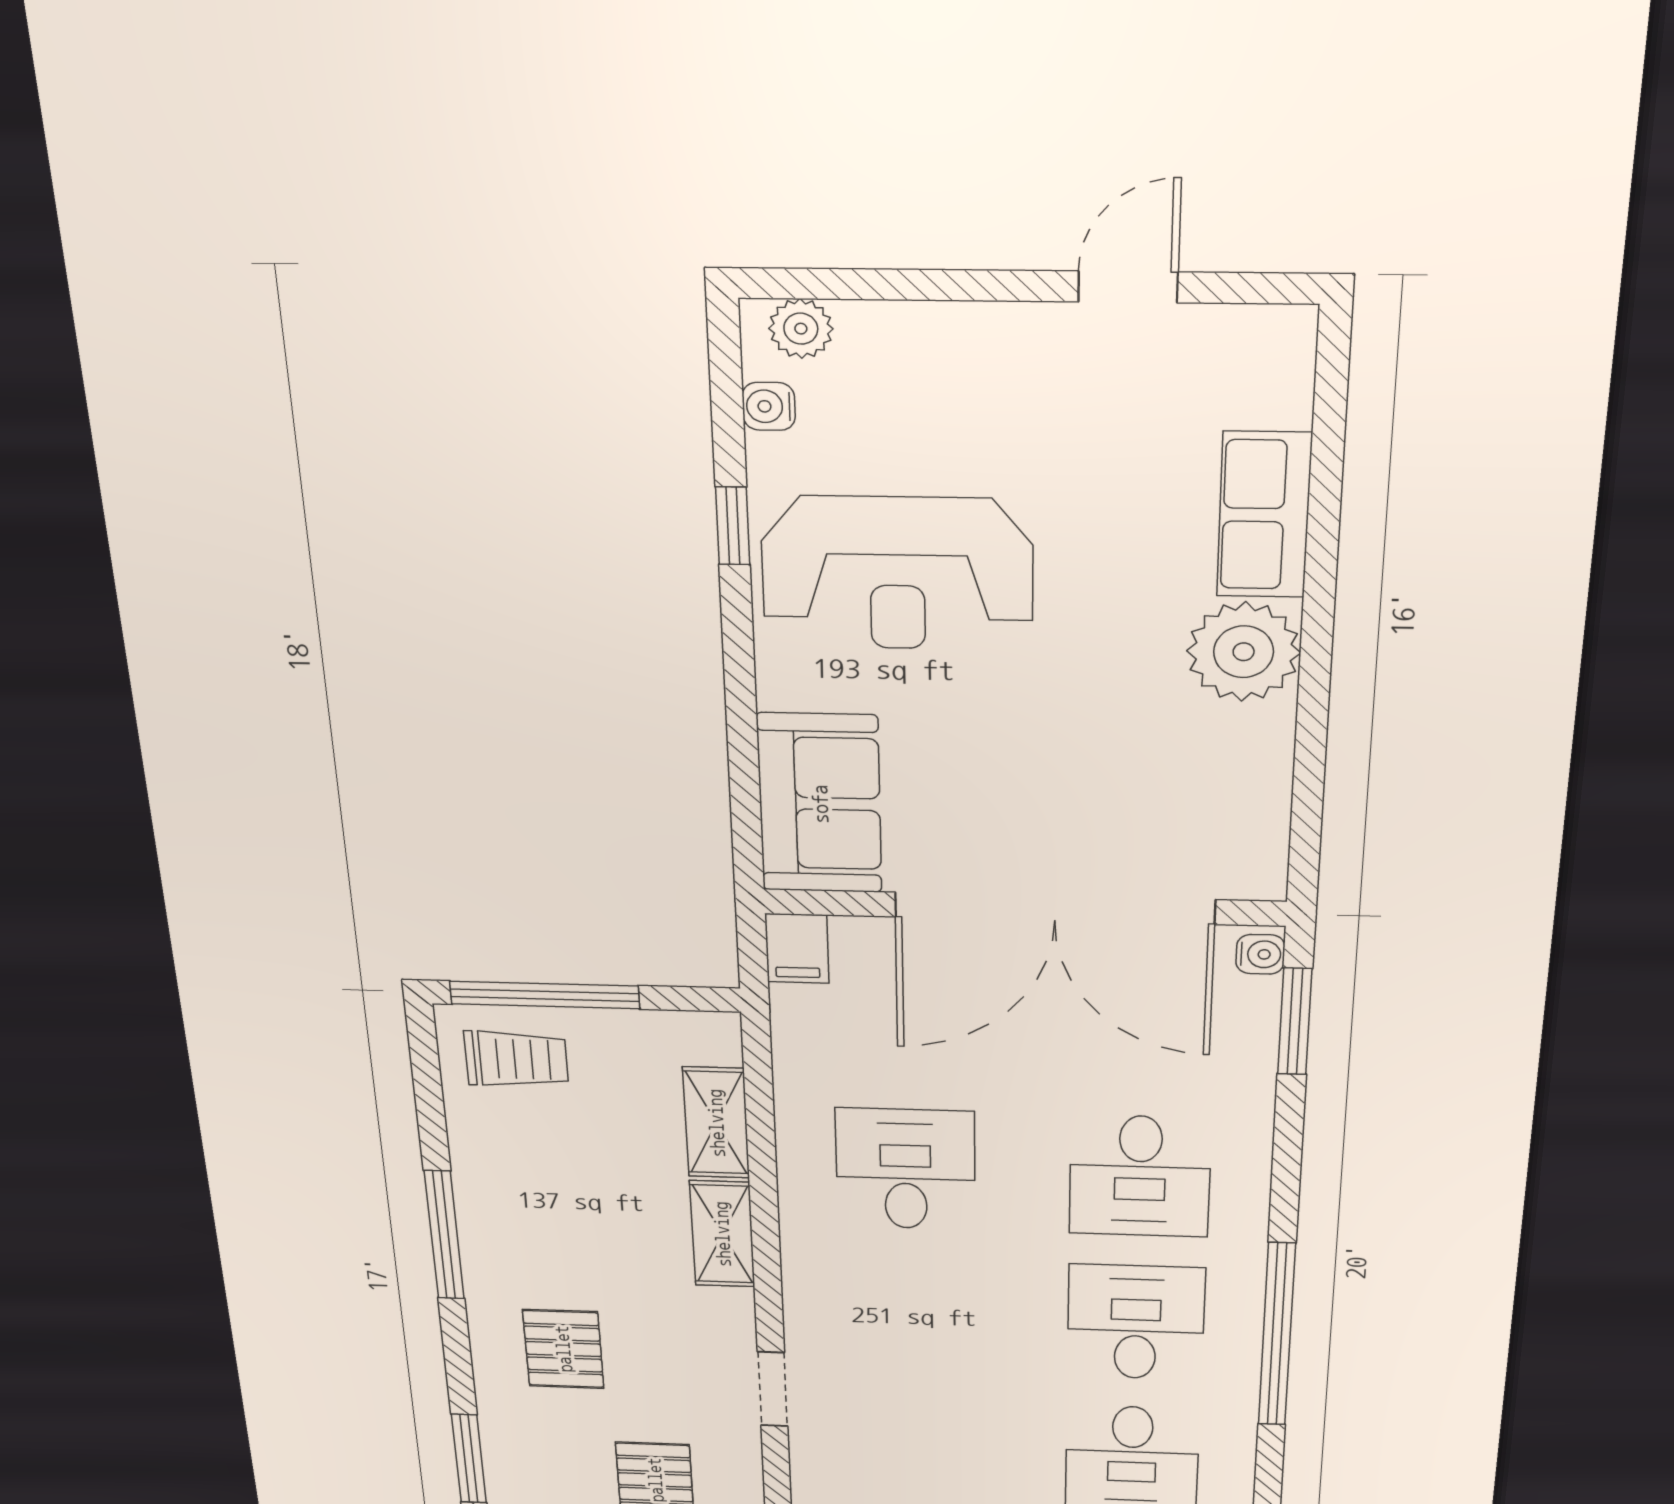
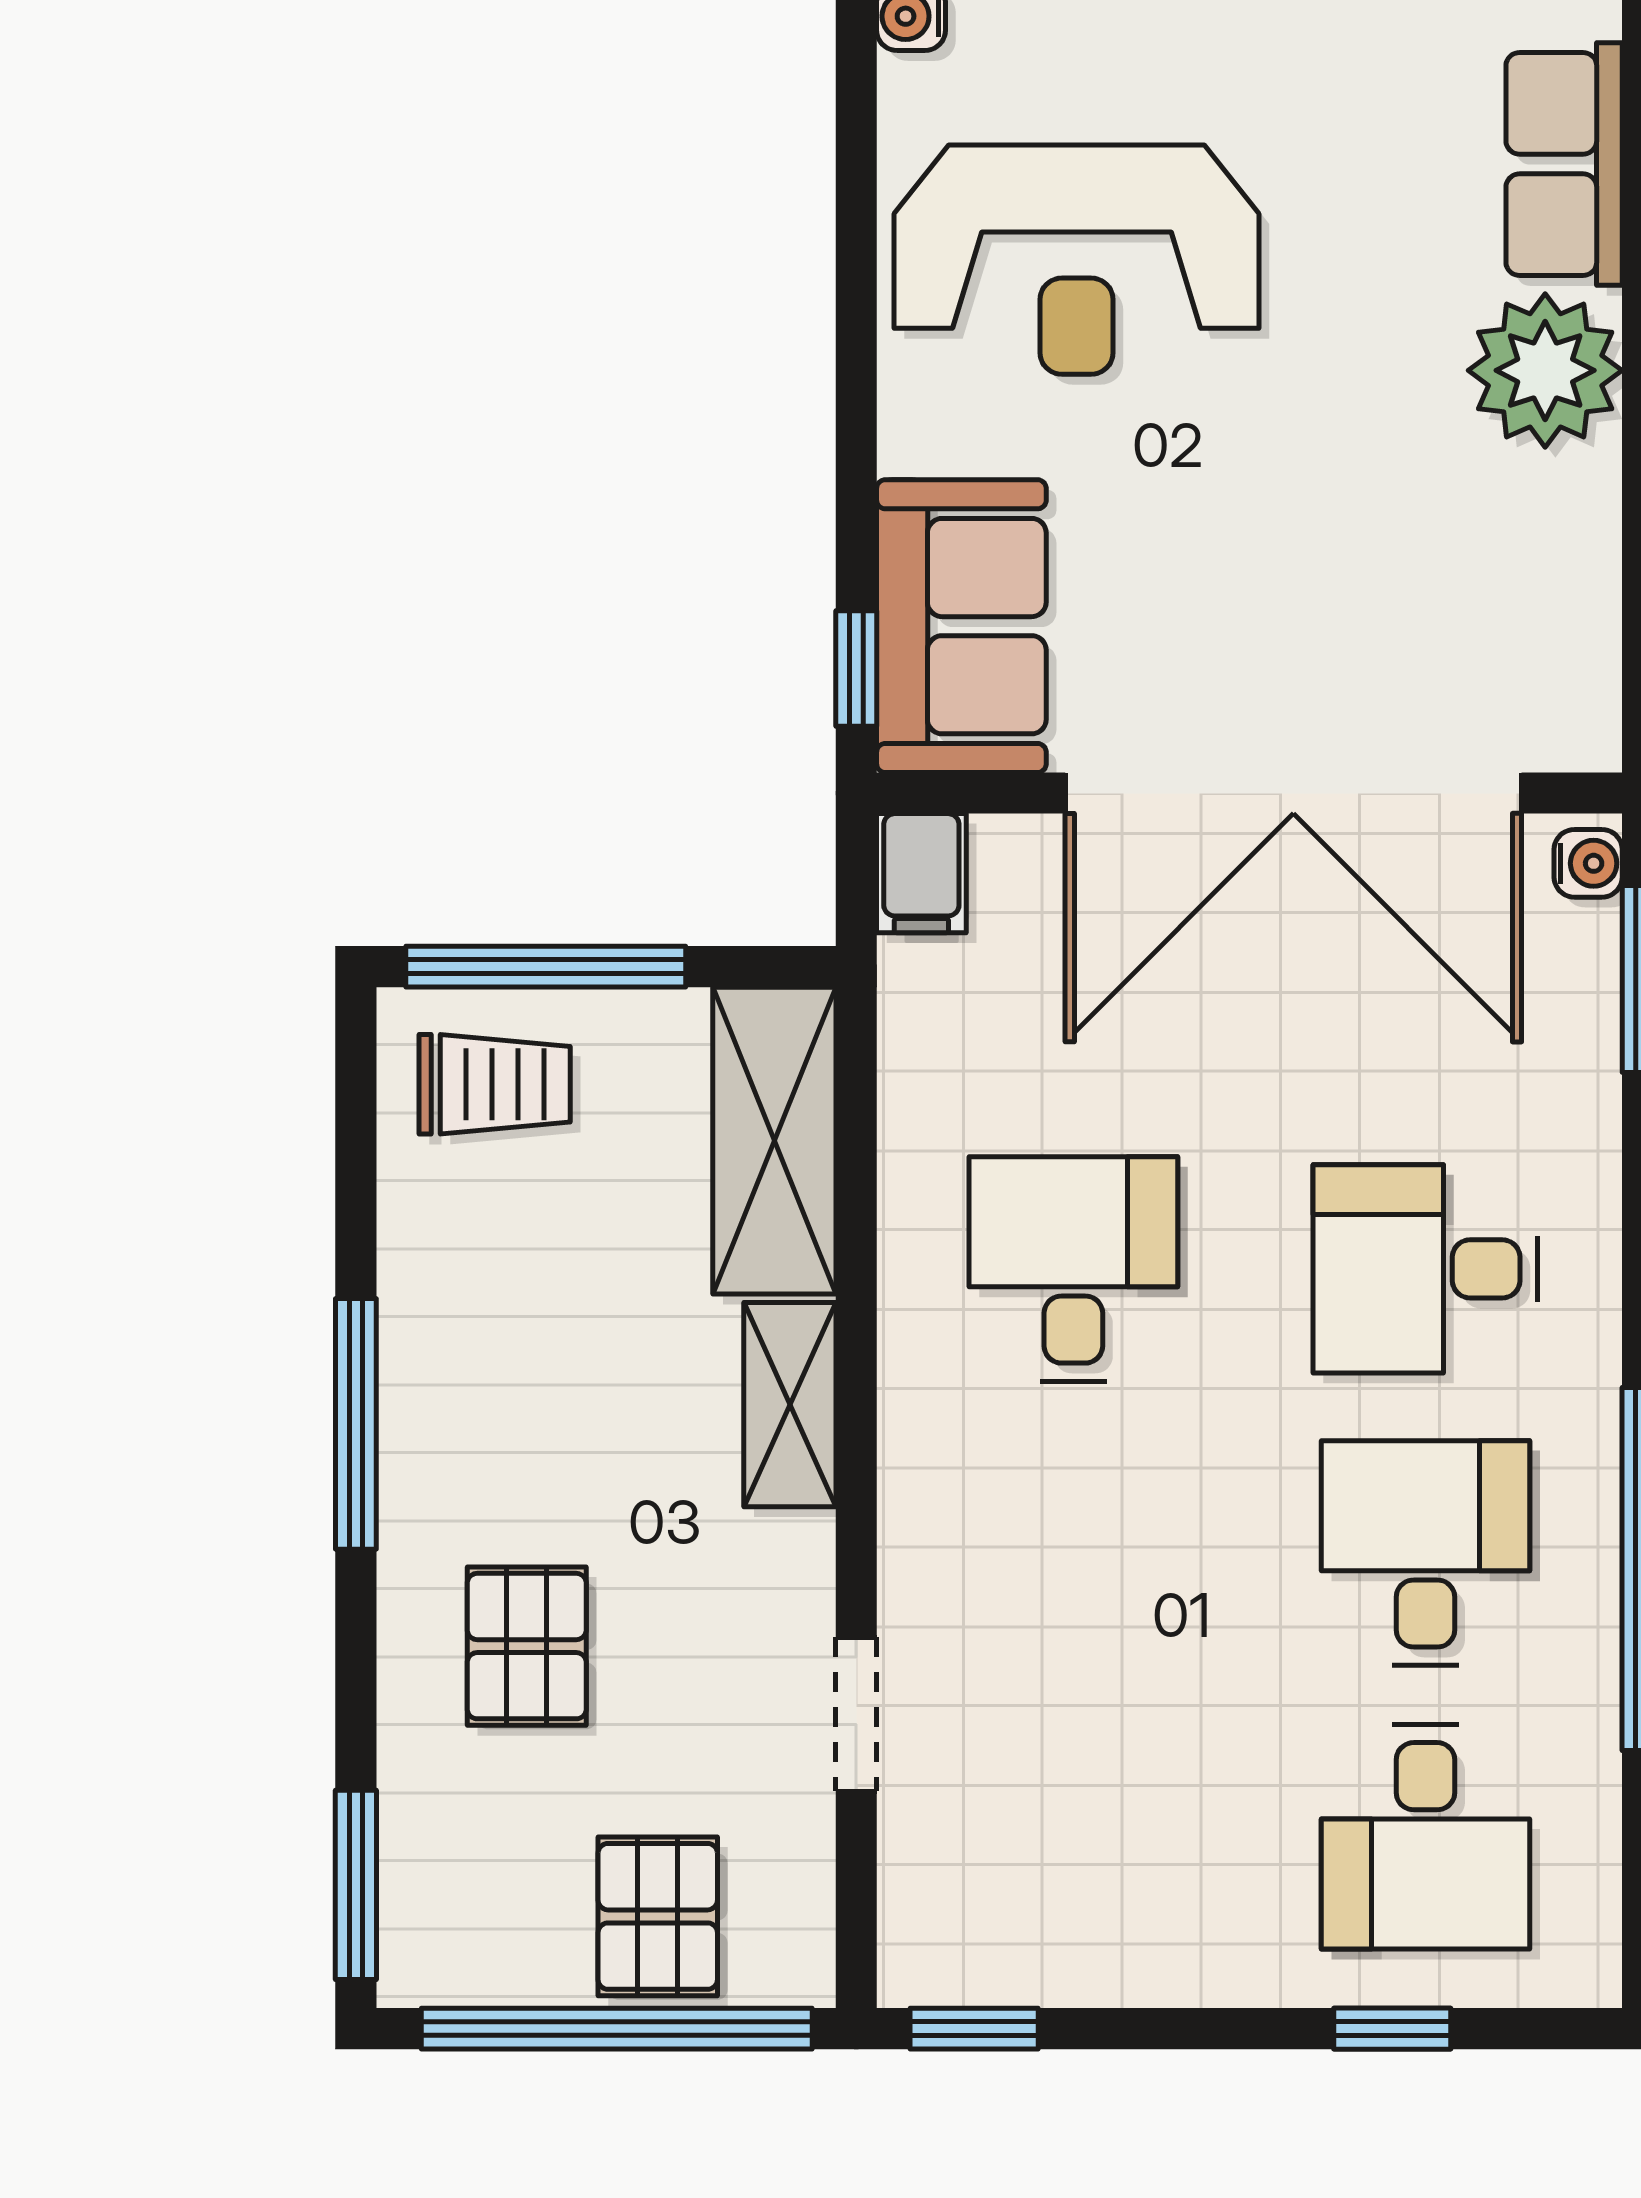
window: (733, 526) -> (856, 669), moved
shelving: (716, 1123) -> (774, 1141), width x1.50, depth x1.33
desk: (1140, 1176) -> (1425, 1269), turned 90

